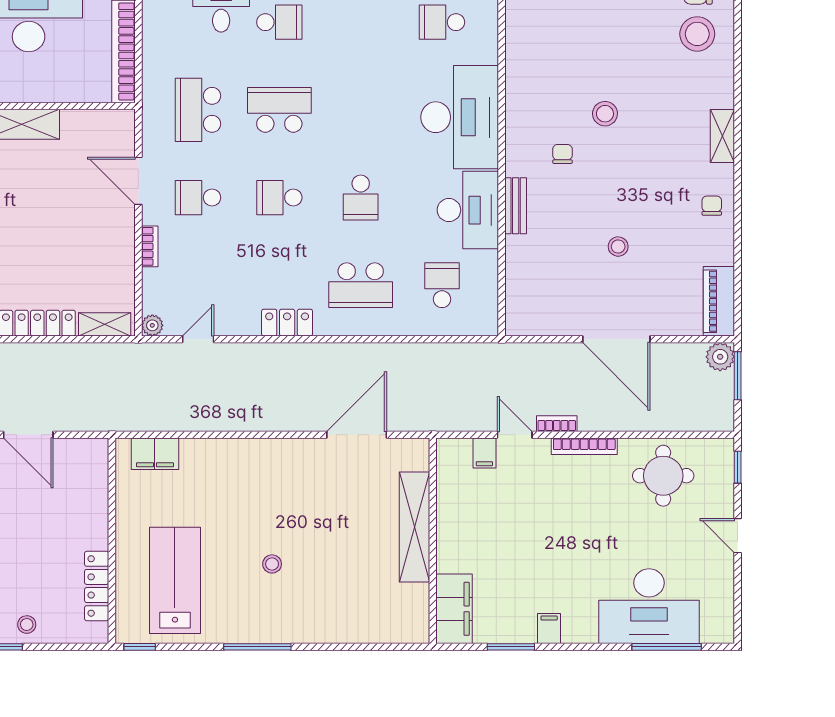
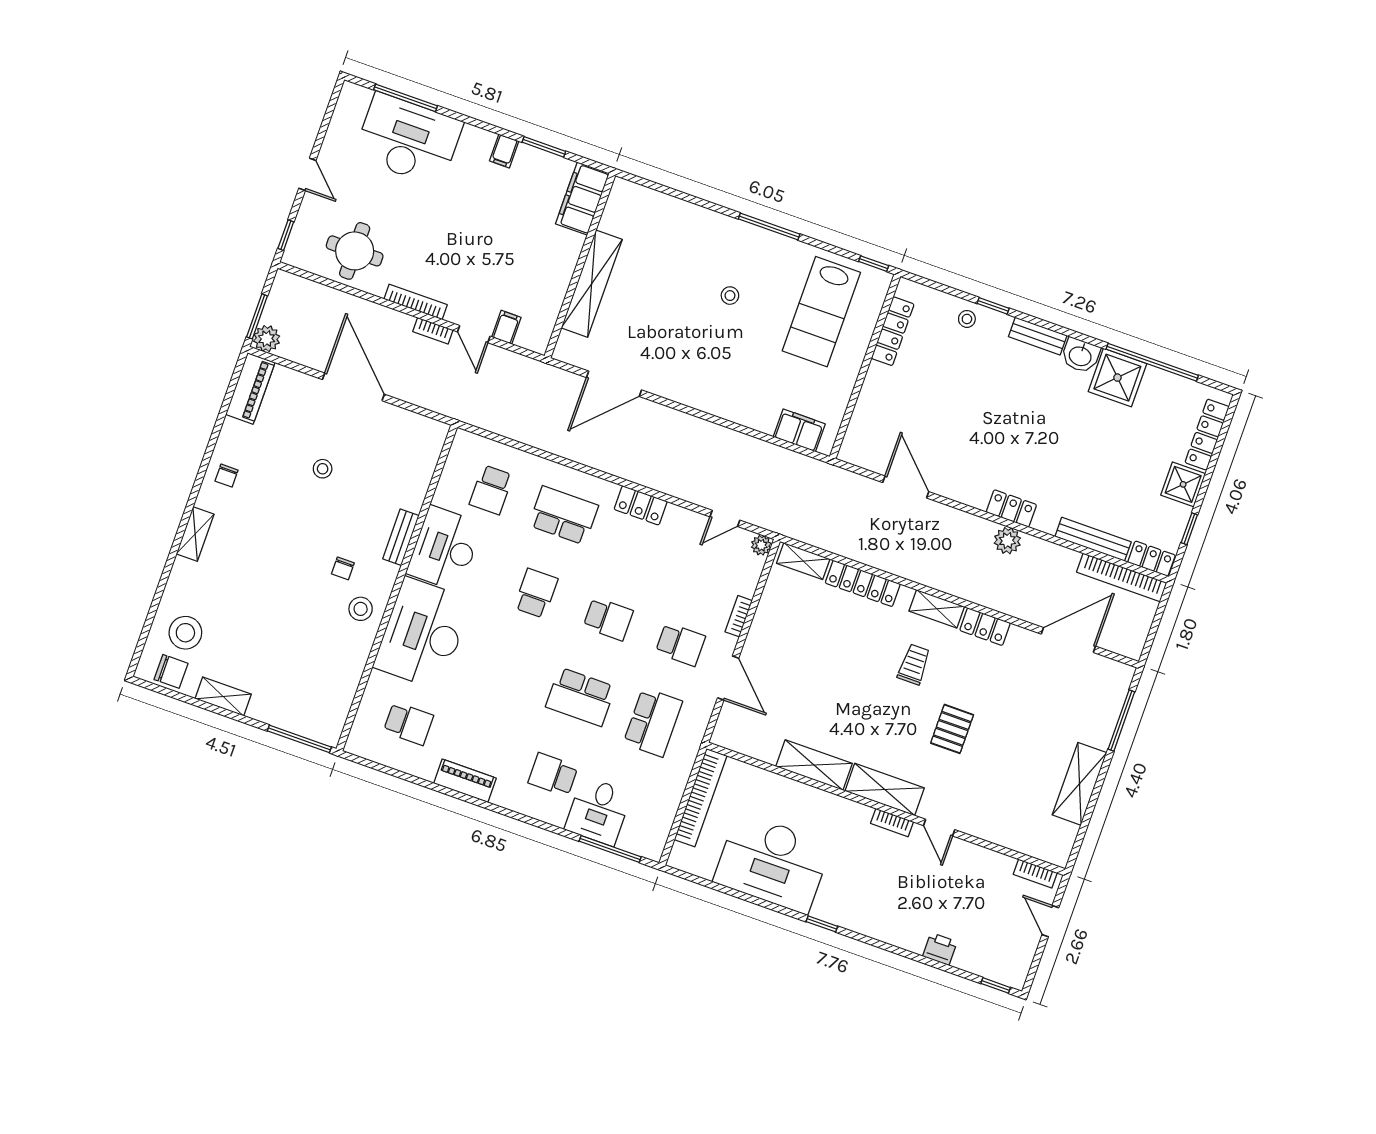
stool: (605, 114) -> (361, 609), moved

